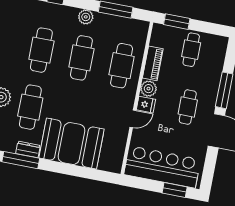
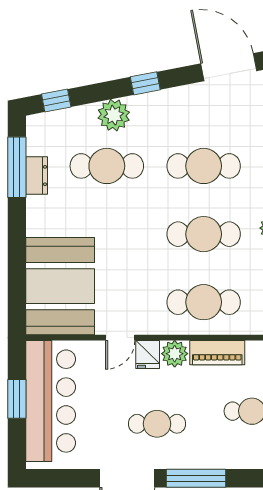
door: (133, 119) -> (120, 338), hinge flipped
booth: (72, 144) -> (60, 286), moved
window: (175, 190) -> (17, 399), moved

